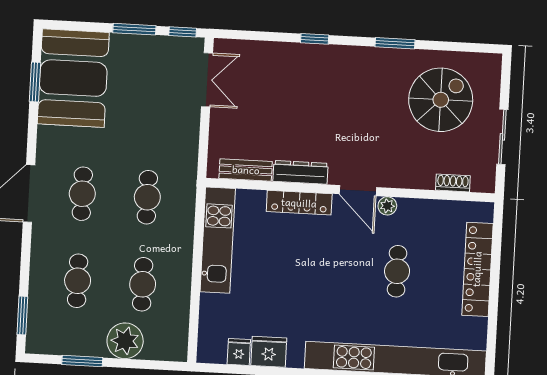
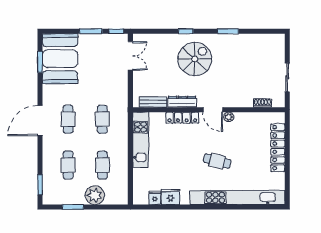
spiral stairs: (441, 100) -> (195, 59), moved
cafe table: (397, 271) -> (217, 161), moved, turned -76

